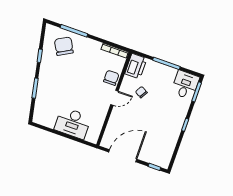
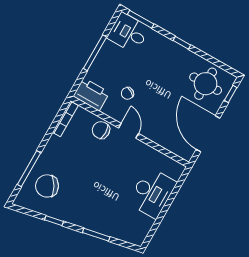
round table: (159, 147) -> (206, 84), added

